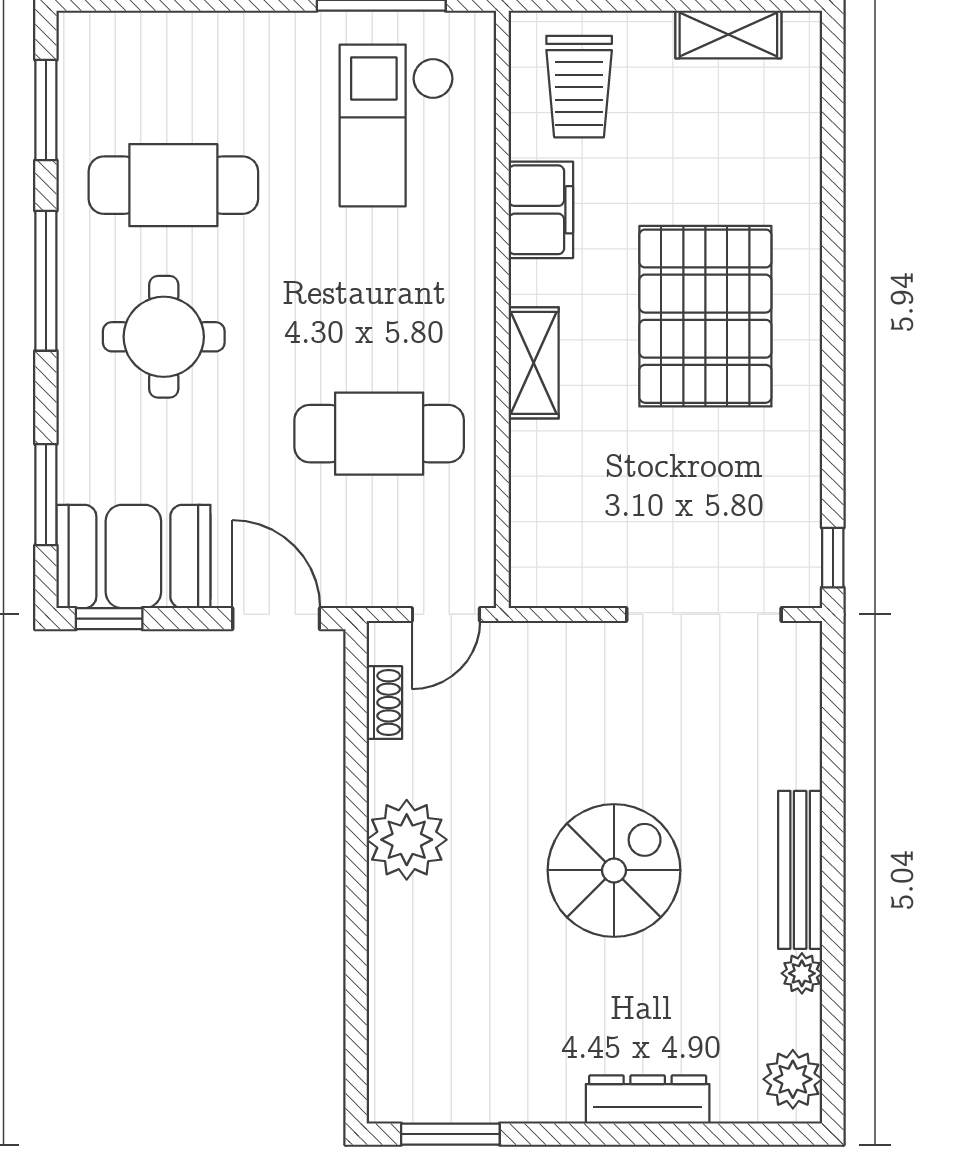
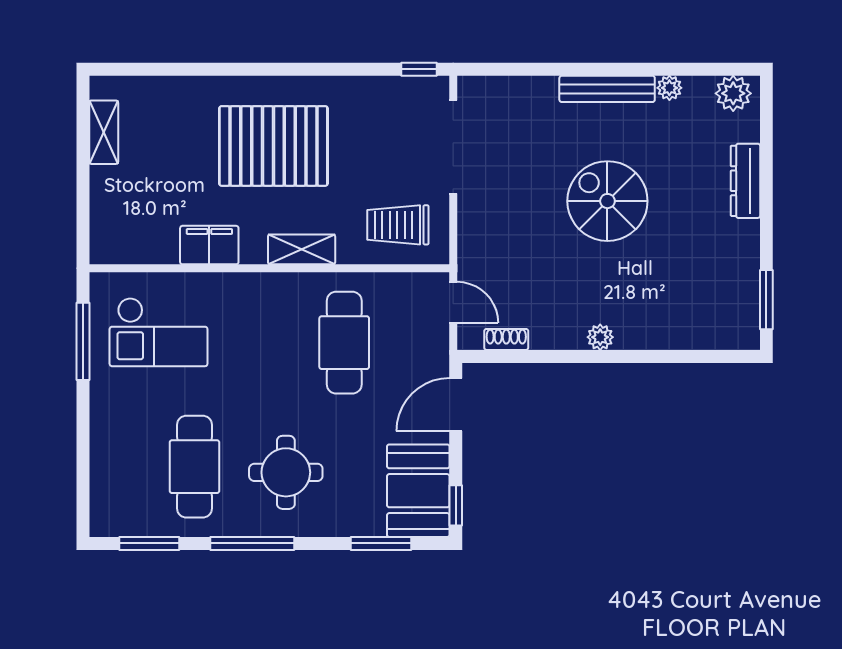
trolley: (579, 87) -> (398, 225), moved, turned 180
plant: (407, 840) -> (600, 337), width x0.53, depth x0.53

